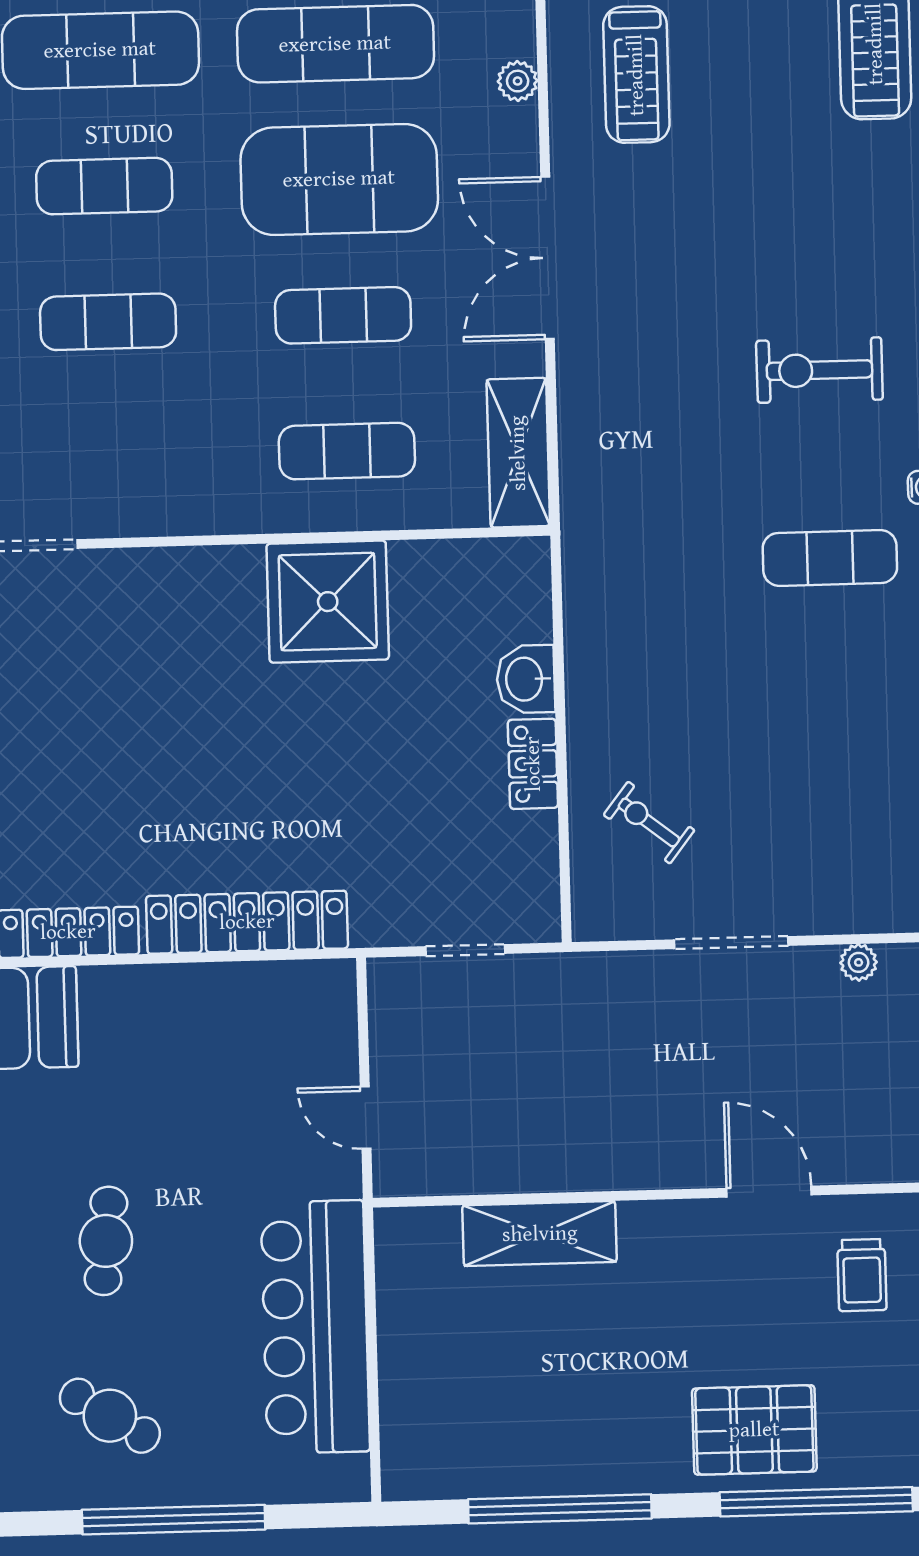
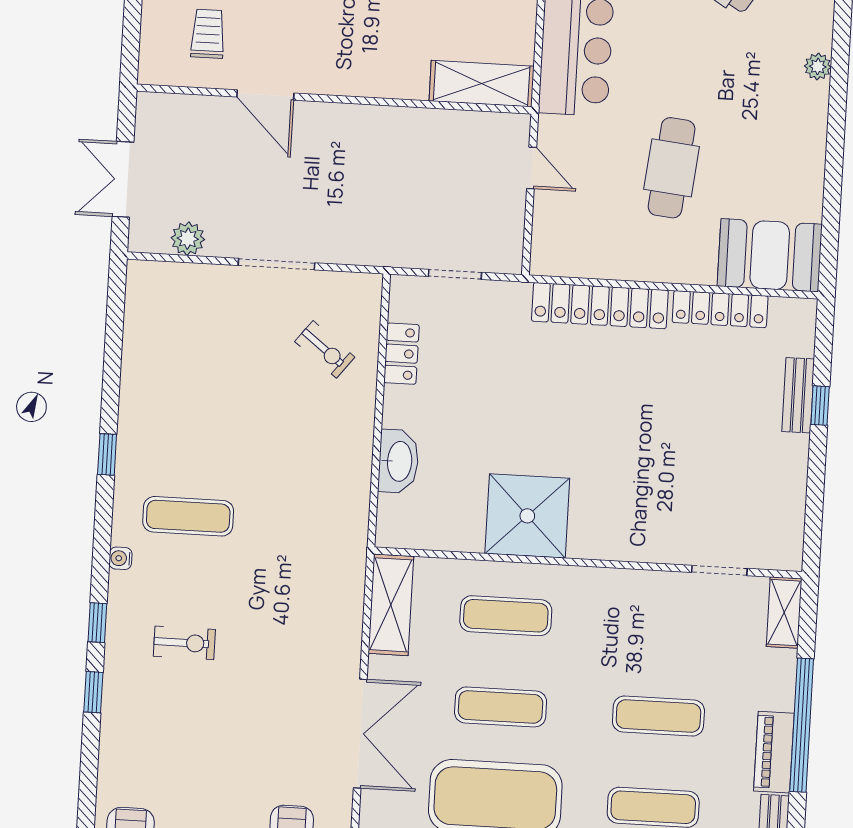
exercise bike: (819, 370) -> (184, 643), width x0.73, depth x0.72
washbasin: (526, 679) -> (398, 461), width x1.38
locker: (533, 764) -> (401, 354), moved
plant: (859, 962) -> (188, 239), width x1.38, depth x1.38
shelving: (540, 1234) -> (482, 84), moved
cafe table: (106, 1241) -> (672, 168), moved, width x1.37, depth x1.35

